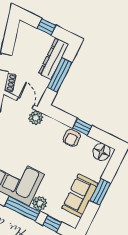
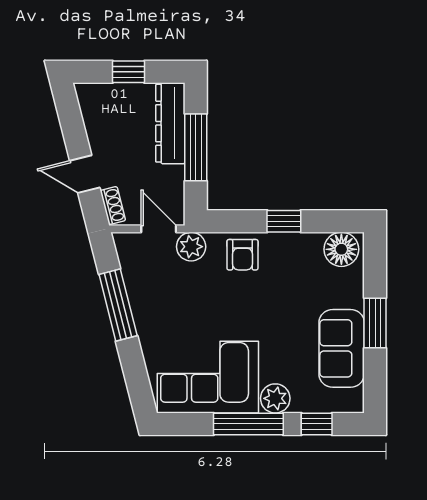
armchair: (72, 138) -> (242, 255), moved

